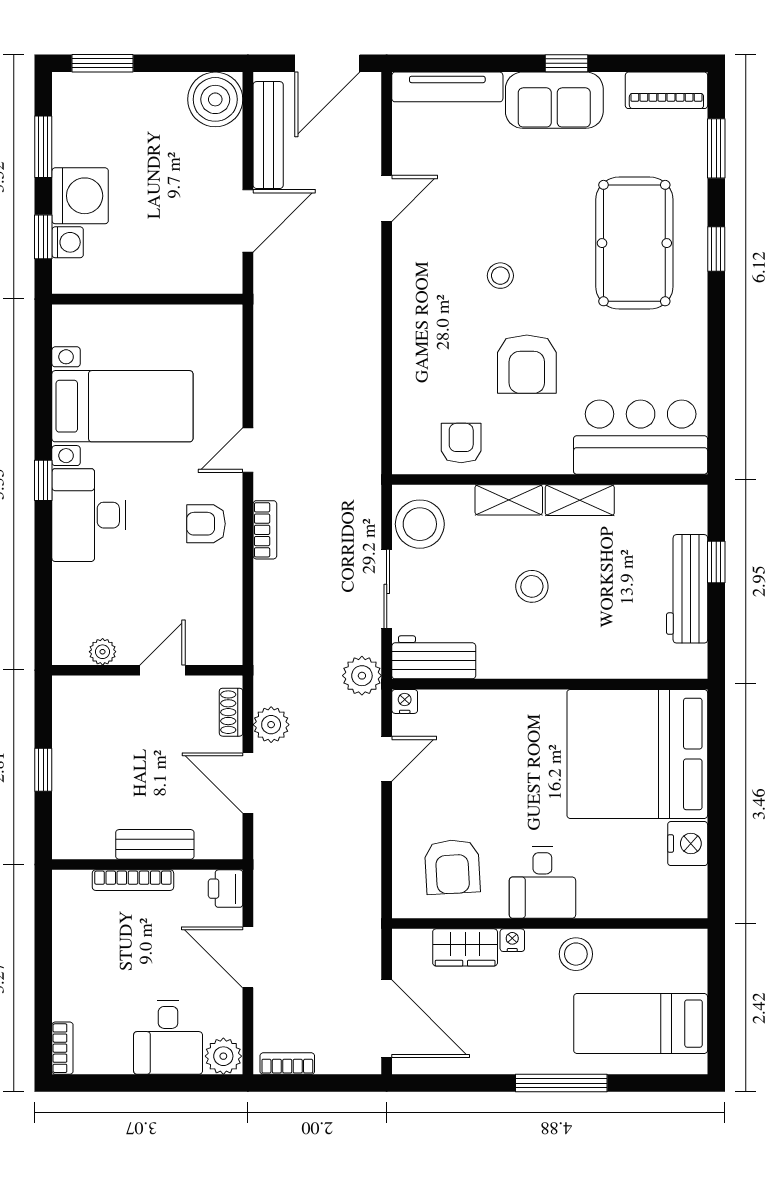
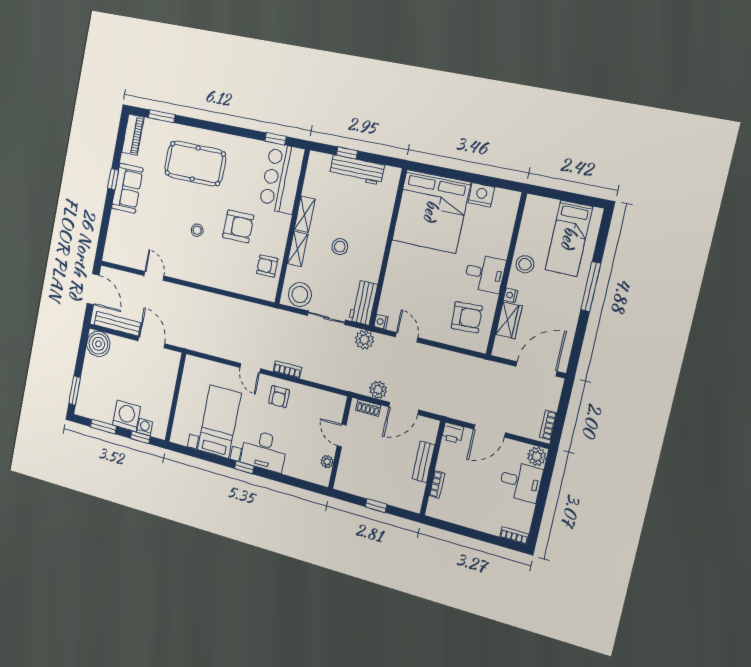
tv unit: (447, 87) -> (113, 237), removed
window: (716, 249) -> (275, 139), moved
bookcase: (133, 880) -> (437, 484), width x0.64

